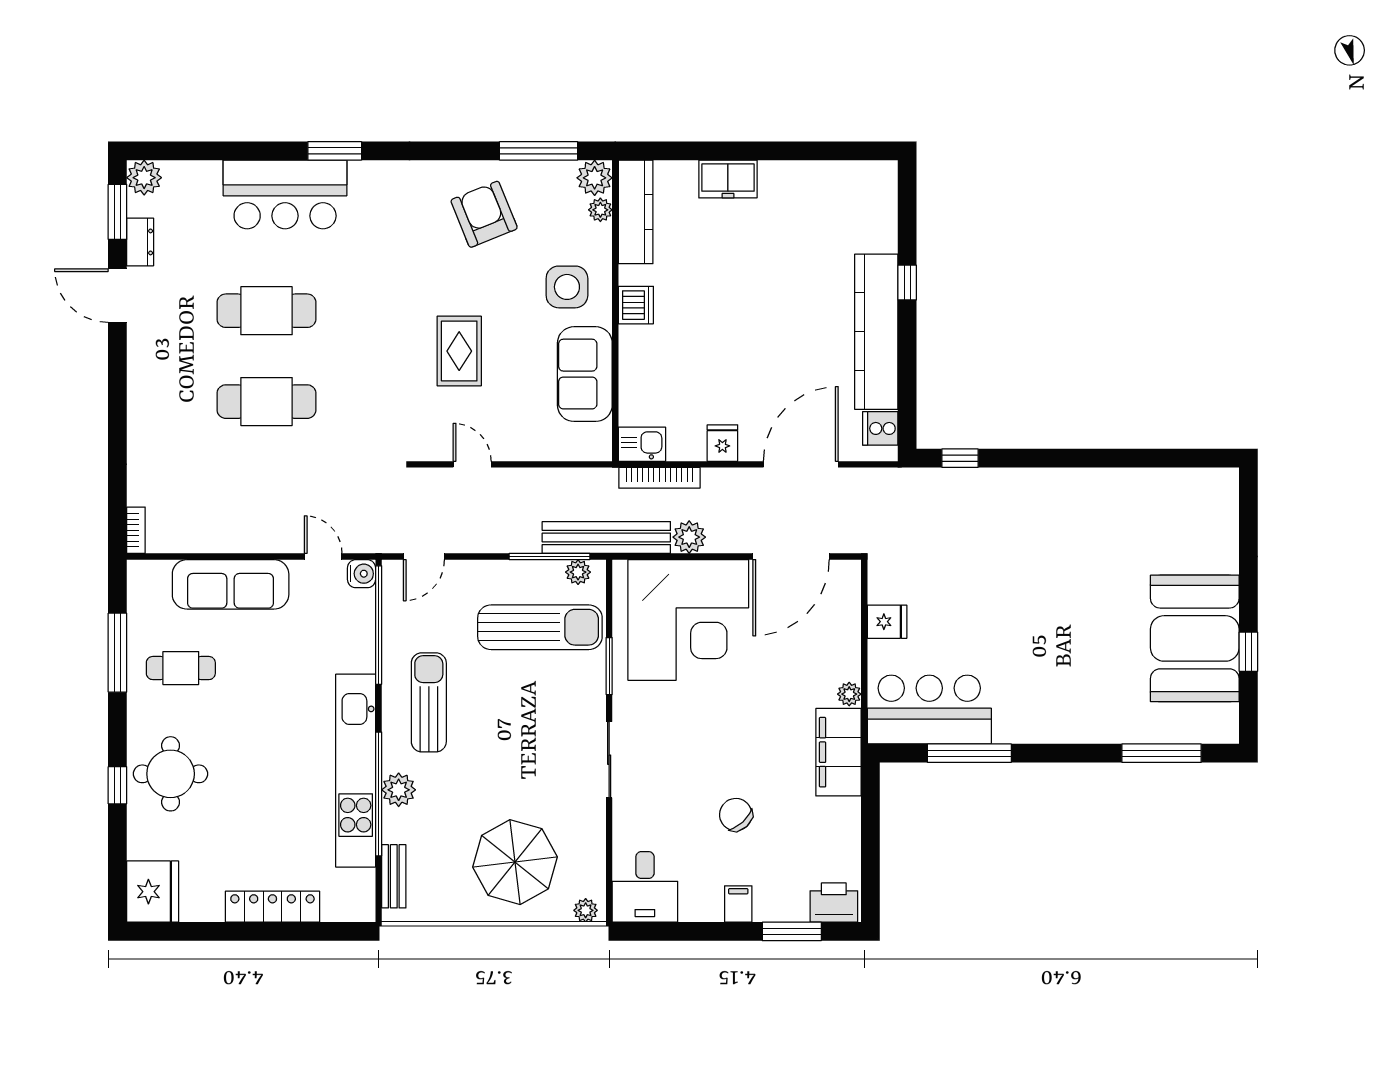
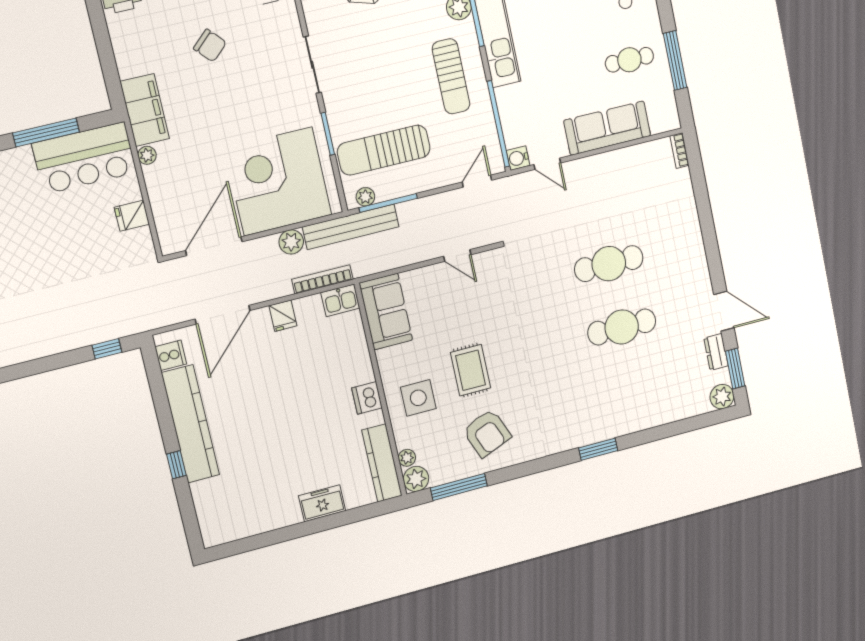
bar counter: (285, 194) -> (625, 410), removed
rug: (459, 351) -> (471, 370), moved
sofa: (585, 374) -> (386, 312), moved

